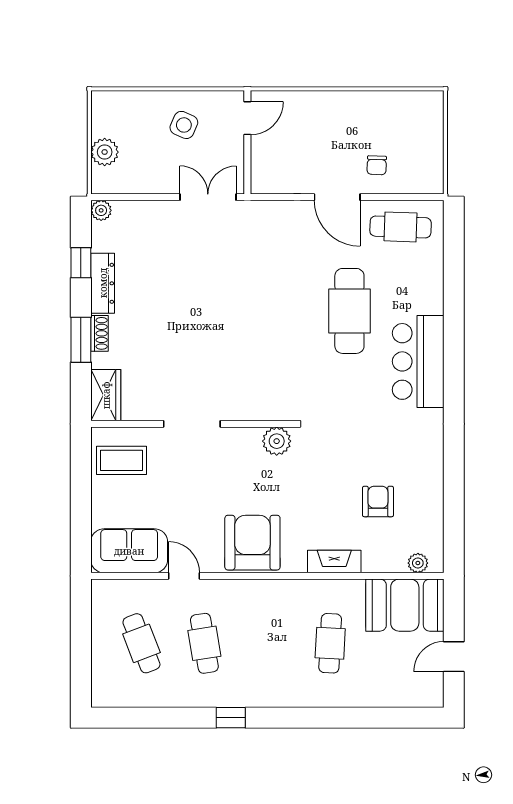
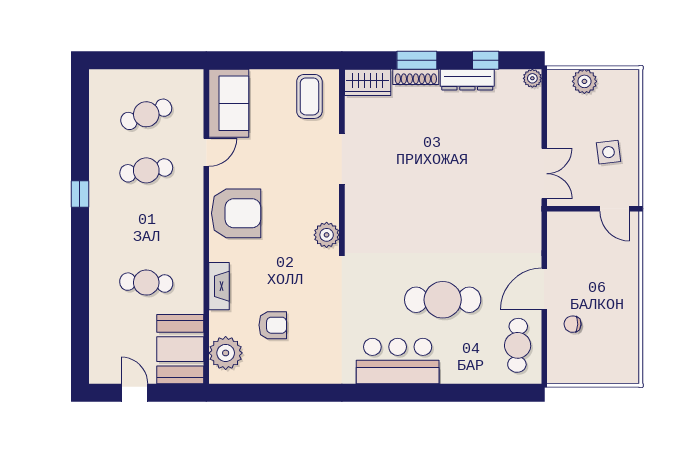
side table: (184, 125) -> (609, 152), turned -31
shoe rack: (99, 333) -> (416, 77), width x1.43
plant: (418, 563) -> (226, 353), width x1.88, depth x1.88

